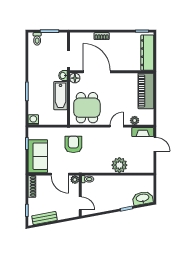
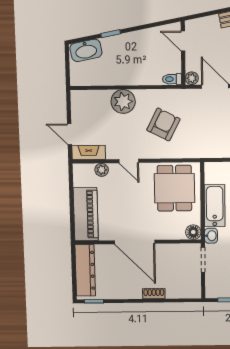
door: (97, 72) -> (135, 242), moved
door: (117, 126) -> (129, 161), hinge flipped
armchair: (73, 144) -> (163, 125), moved, turned -153

